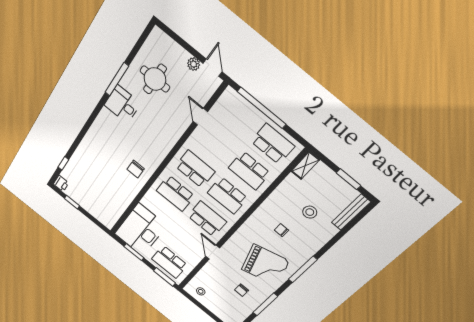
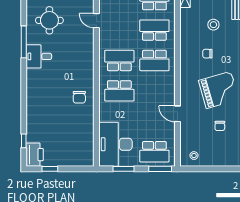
school desk: (249, 171) -> (154, 30), turned 180
printer: (61, 184) -> (35, 155), width x1.87, depth x1.48
school desk: (207, 219) -> (154, 91), removed

